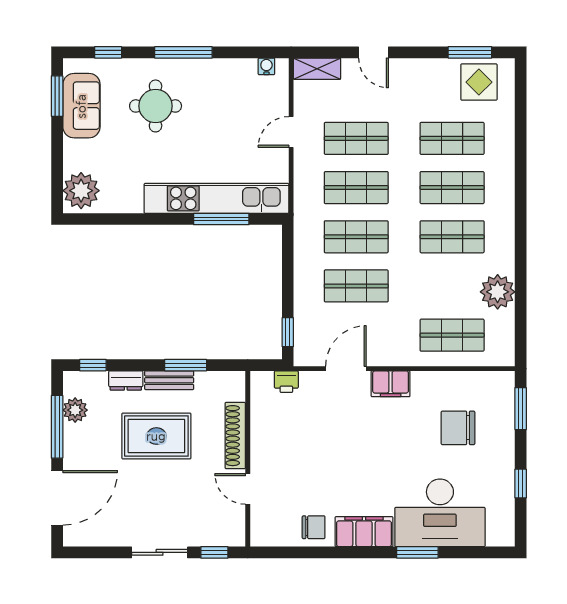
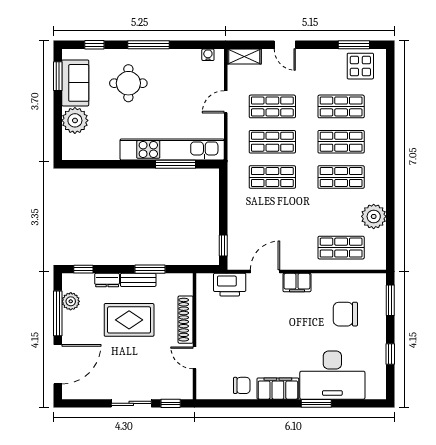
plant: (81, 191) -> (75, 120), moved
shop shelf: (356, 286) -> (272, 212), removed
printer: (286, 382) -> (230, 285), width x1.87, depth x1.48

